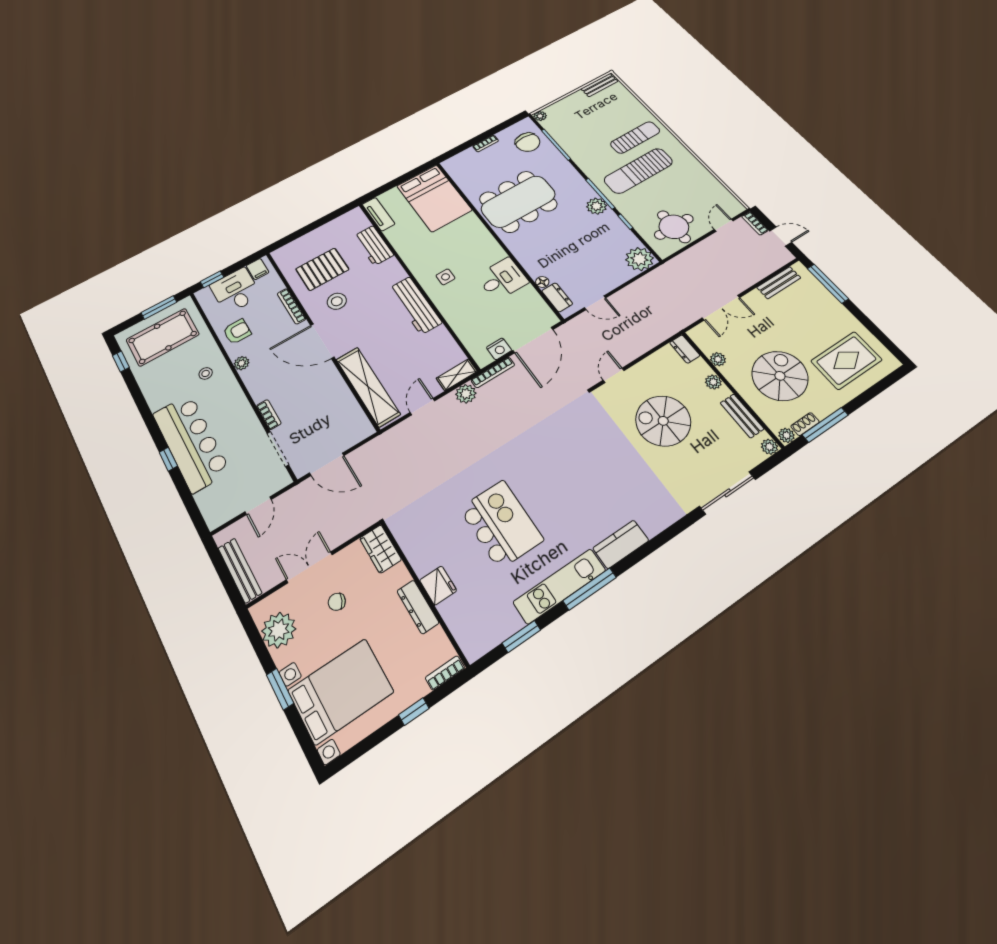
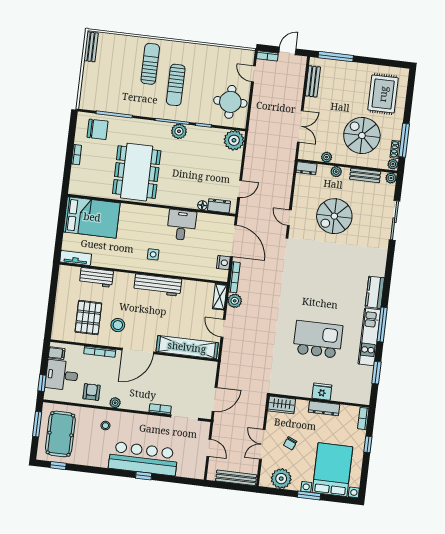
plant: (540, 116) -> (84, 104), removed
sun lounger: (638, 171) -> (176, 85), width x0.73, depth x0.75

